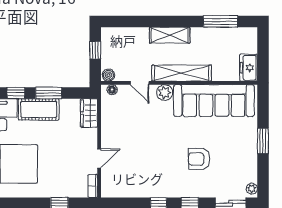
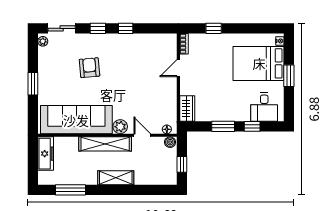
freezer: (248, 68) -> (46, 154), width x1.40
cot: (39, 109) -> (232, 112), removed
armchair: (199, 159) -> (90, 68), turned -95

